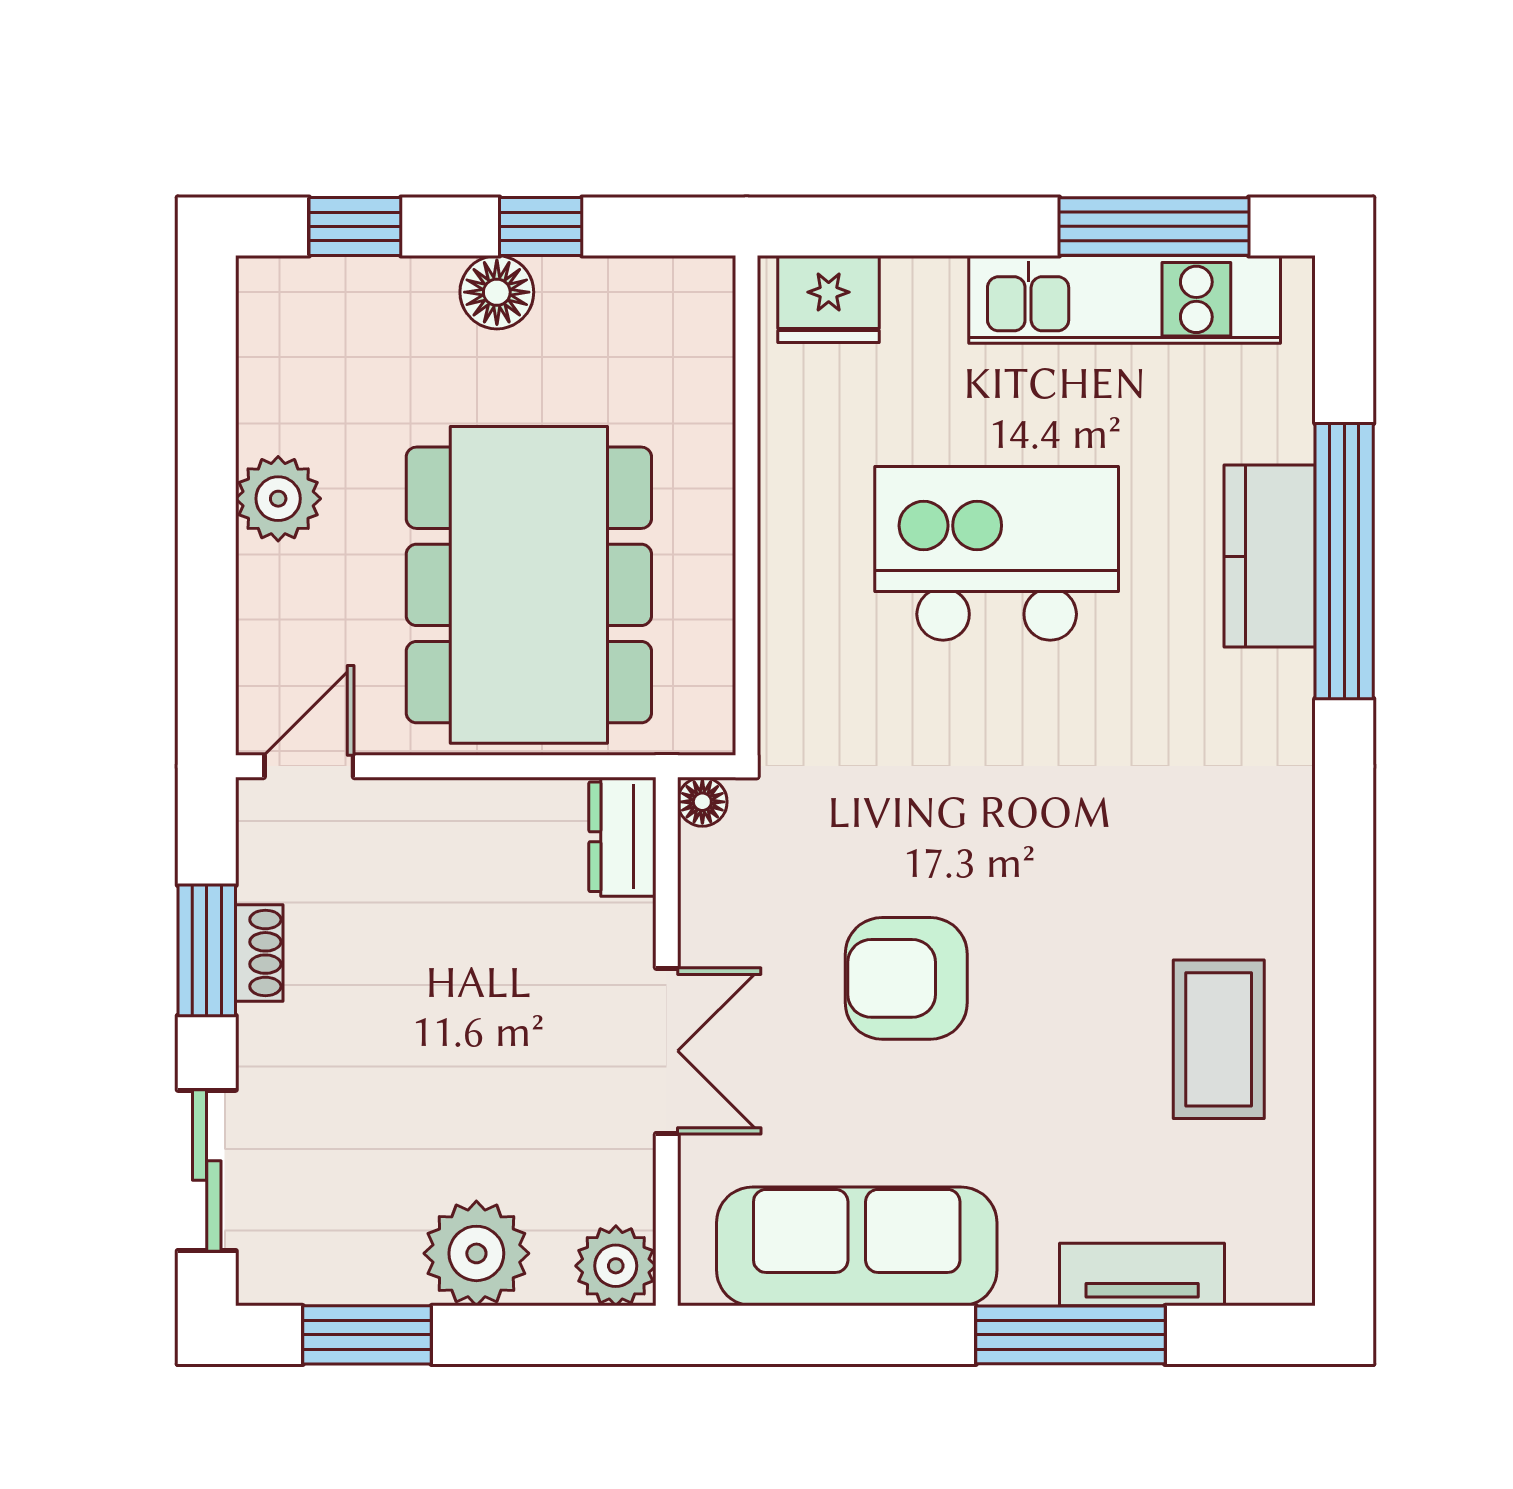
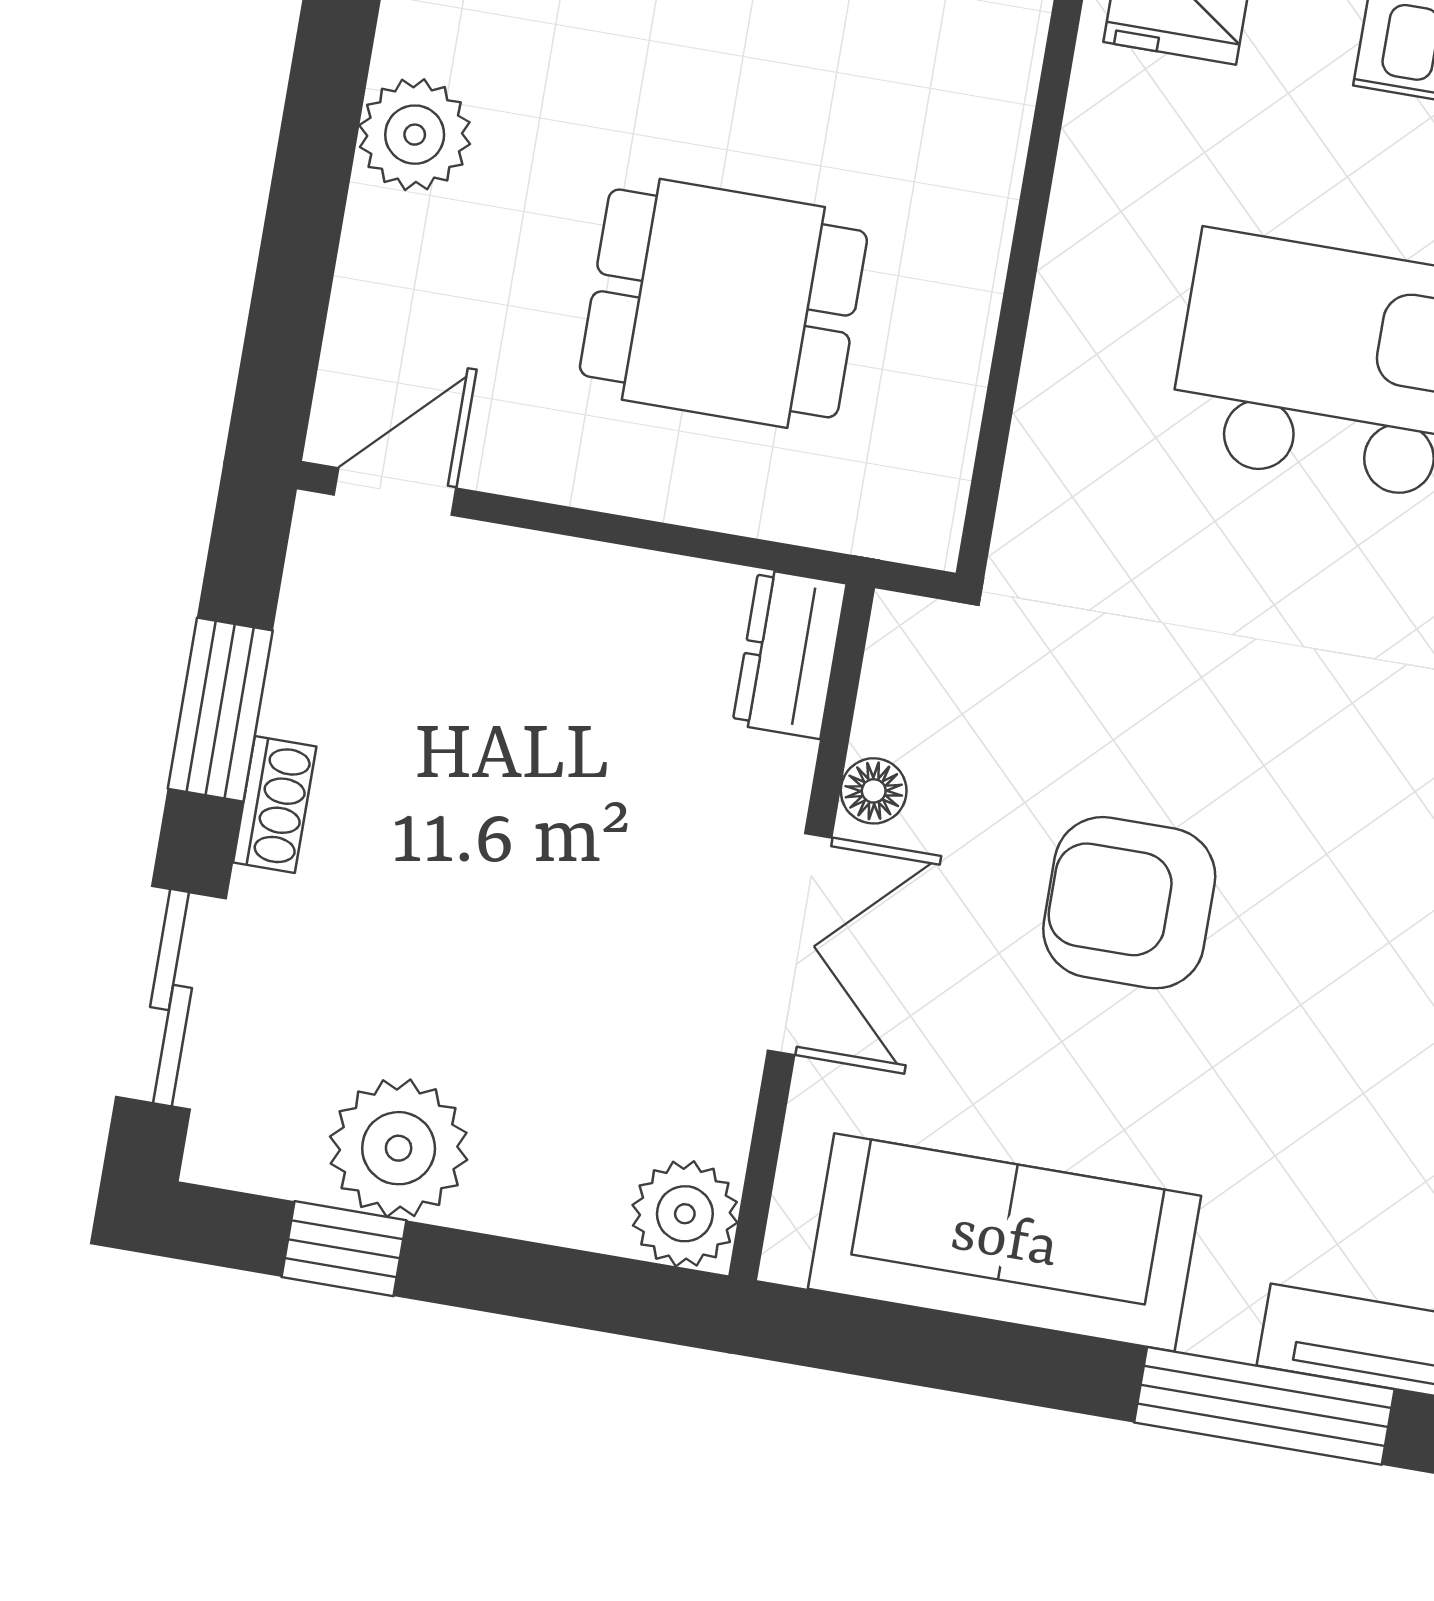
dining table: (529, 585) -> (723, 303), width x0.53, depth x0.80
floor lamp: (702, 802) -> (874, 791), moved
shoe rack: (259, 953) -> (275, 804), moved
plant: (476, 1253) -> (399, 1148), moved
window: (367, 1335) -> (344, 1249), width x0.67

